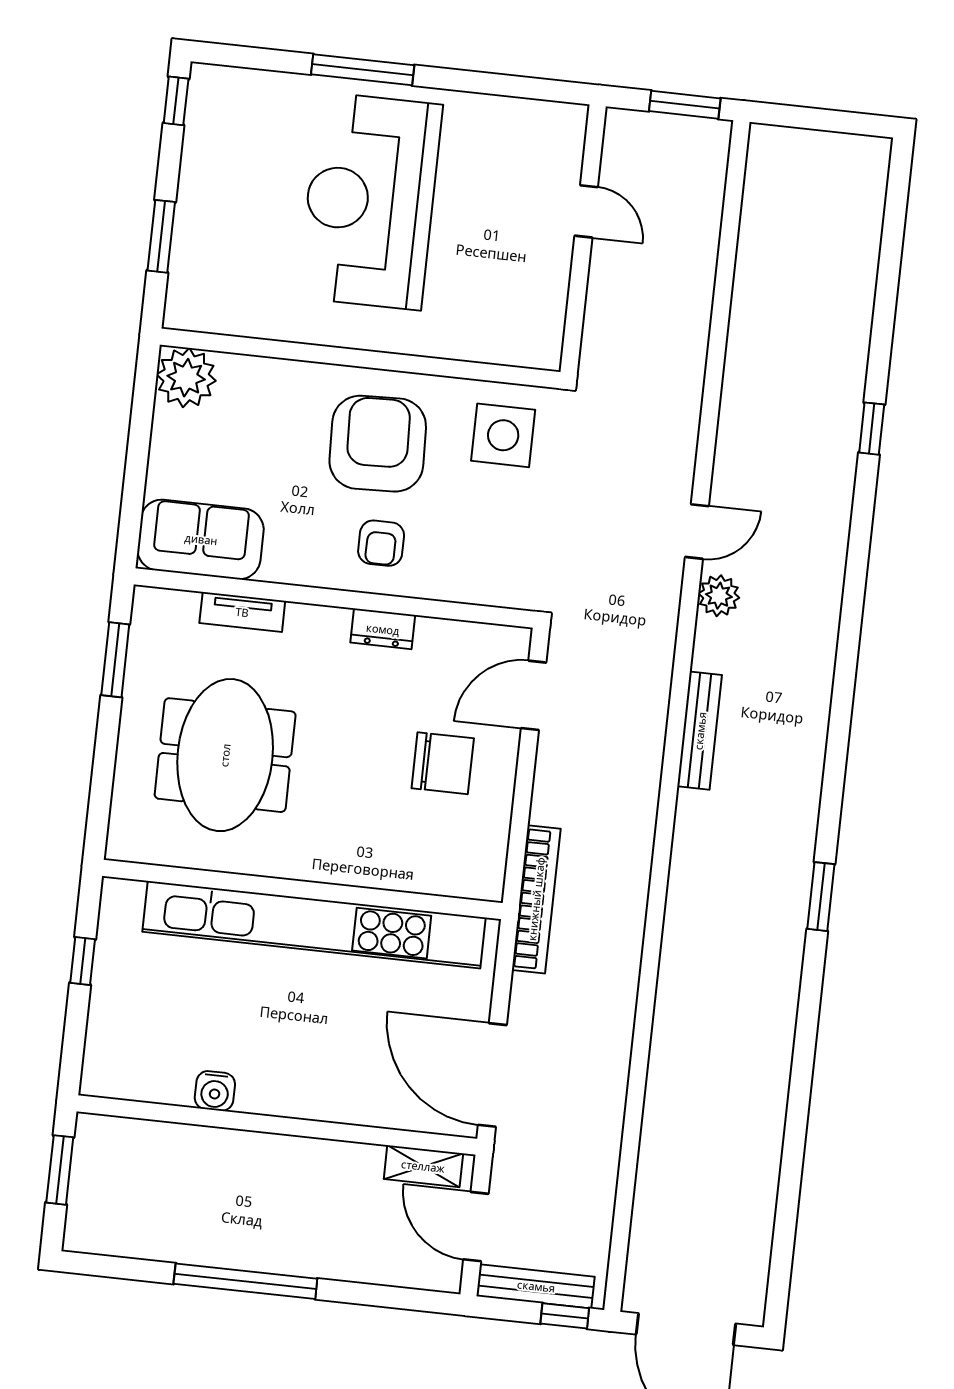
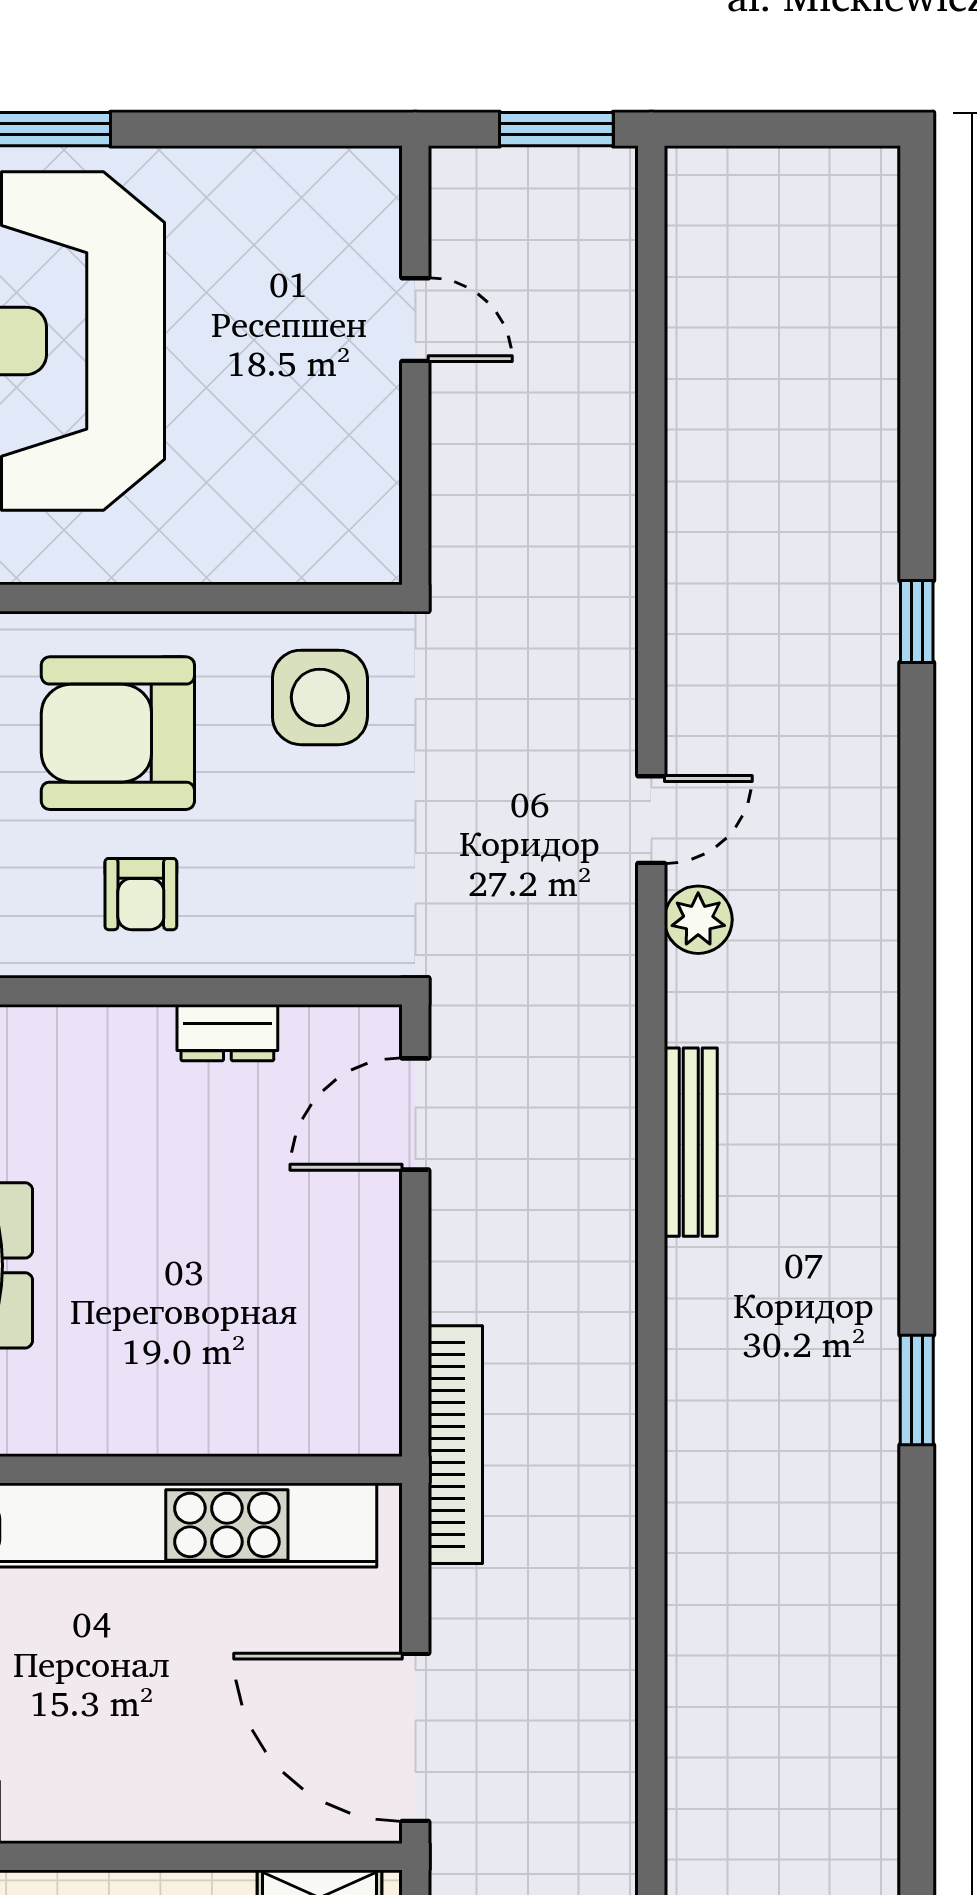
armchair: (378, 444) -> (118, 733), turned -88
dresser: (383, 629) -> (227, 1033), moved
chair: (443, 763) -> (280, 1240), removed

